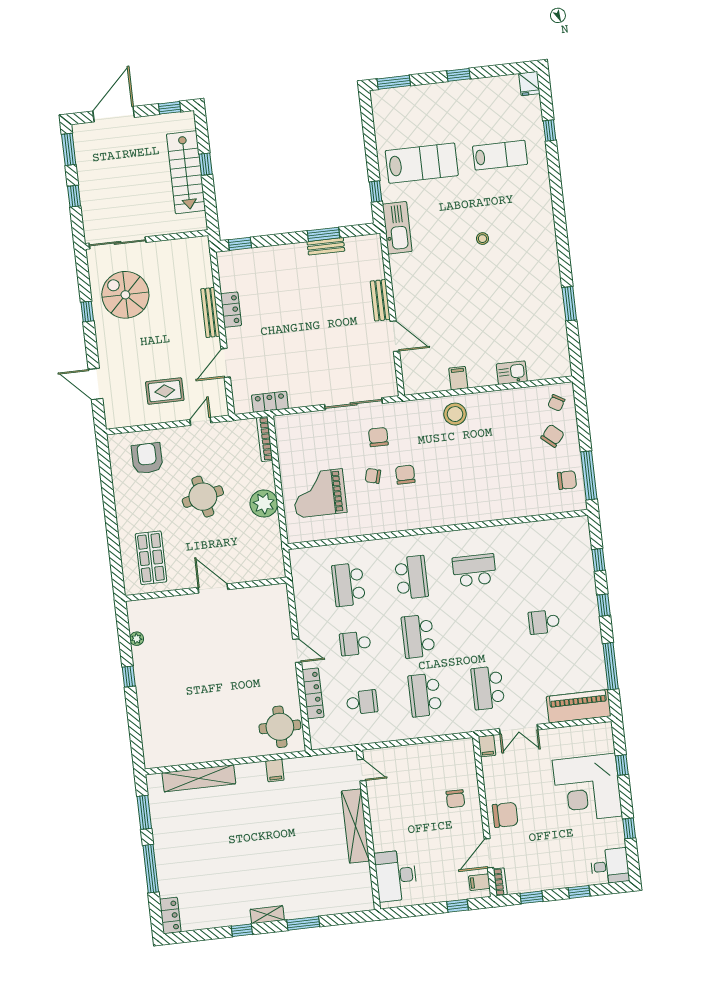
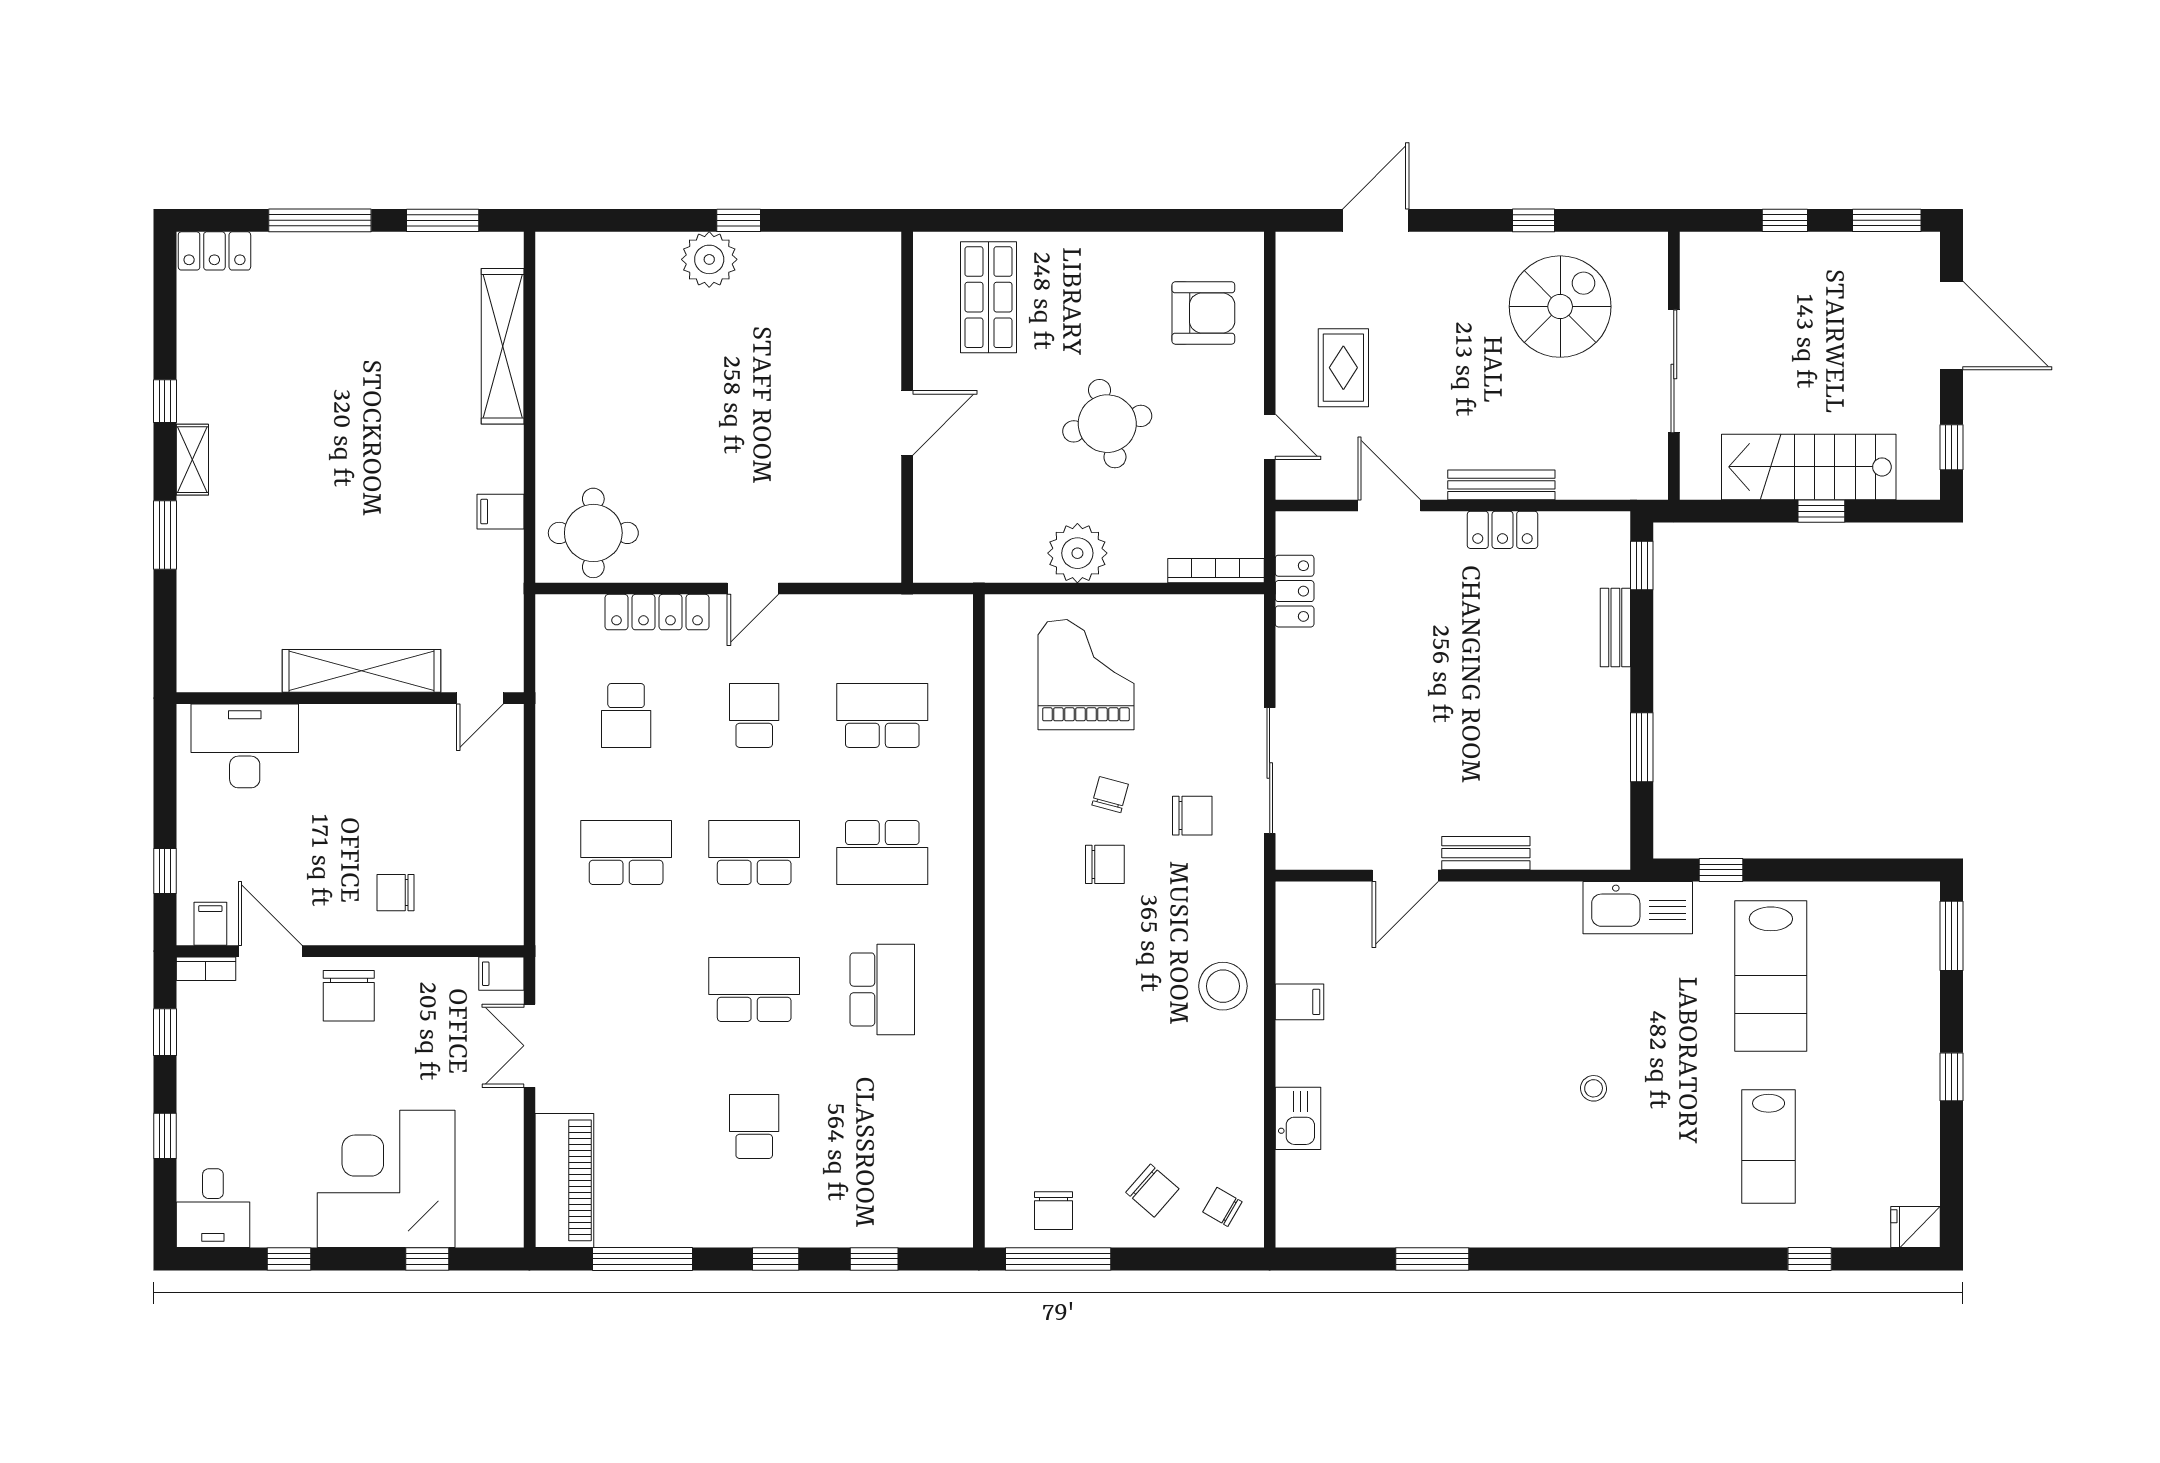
sliding door: (118, 243) -> (1674, 371), moved
bench: (326, 246) -> (1615, 627), moved
shop shelf: (151, 558) -> (988, 297), turned 90
plant: (137, 639) -> (709, 259), moved, width x1.88, depth x1.88
school desk: (488, 688) -> (754, 989), moved

